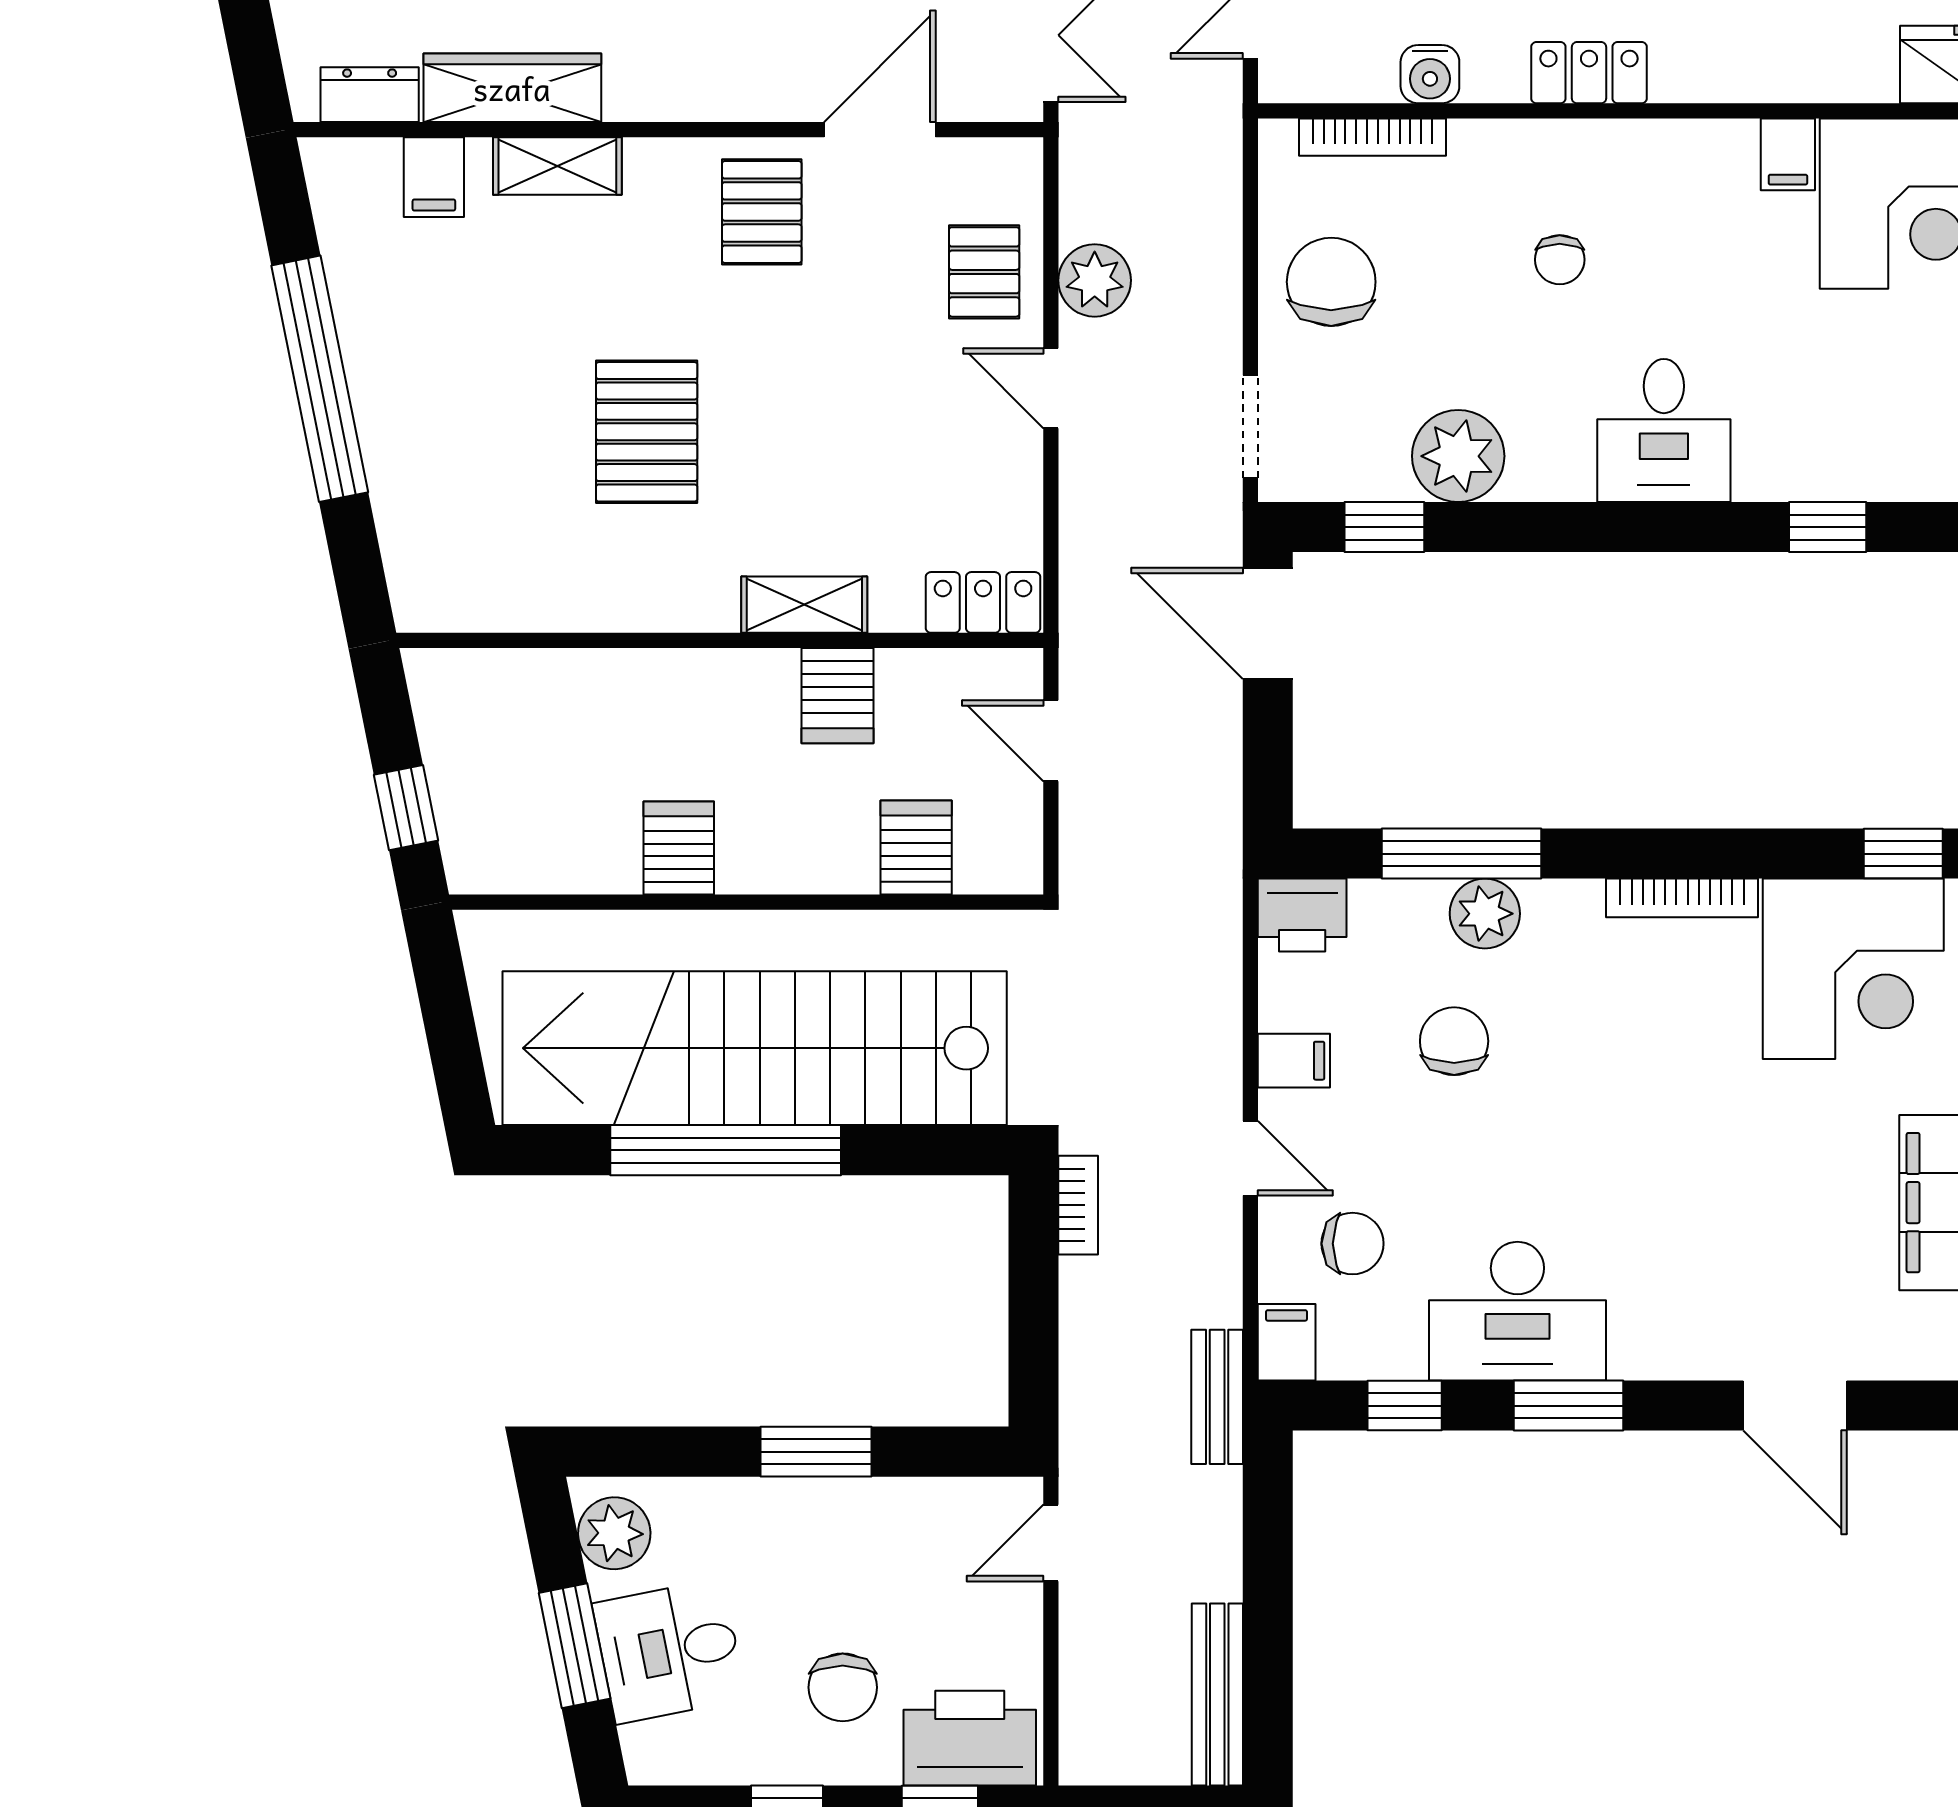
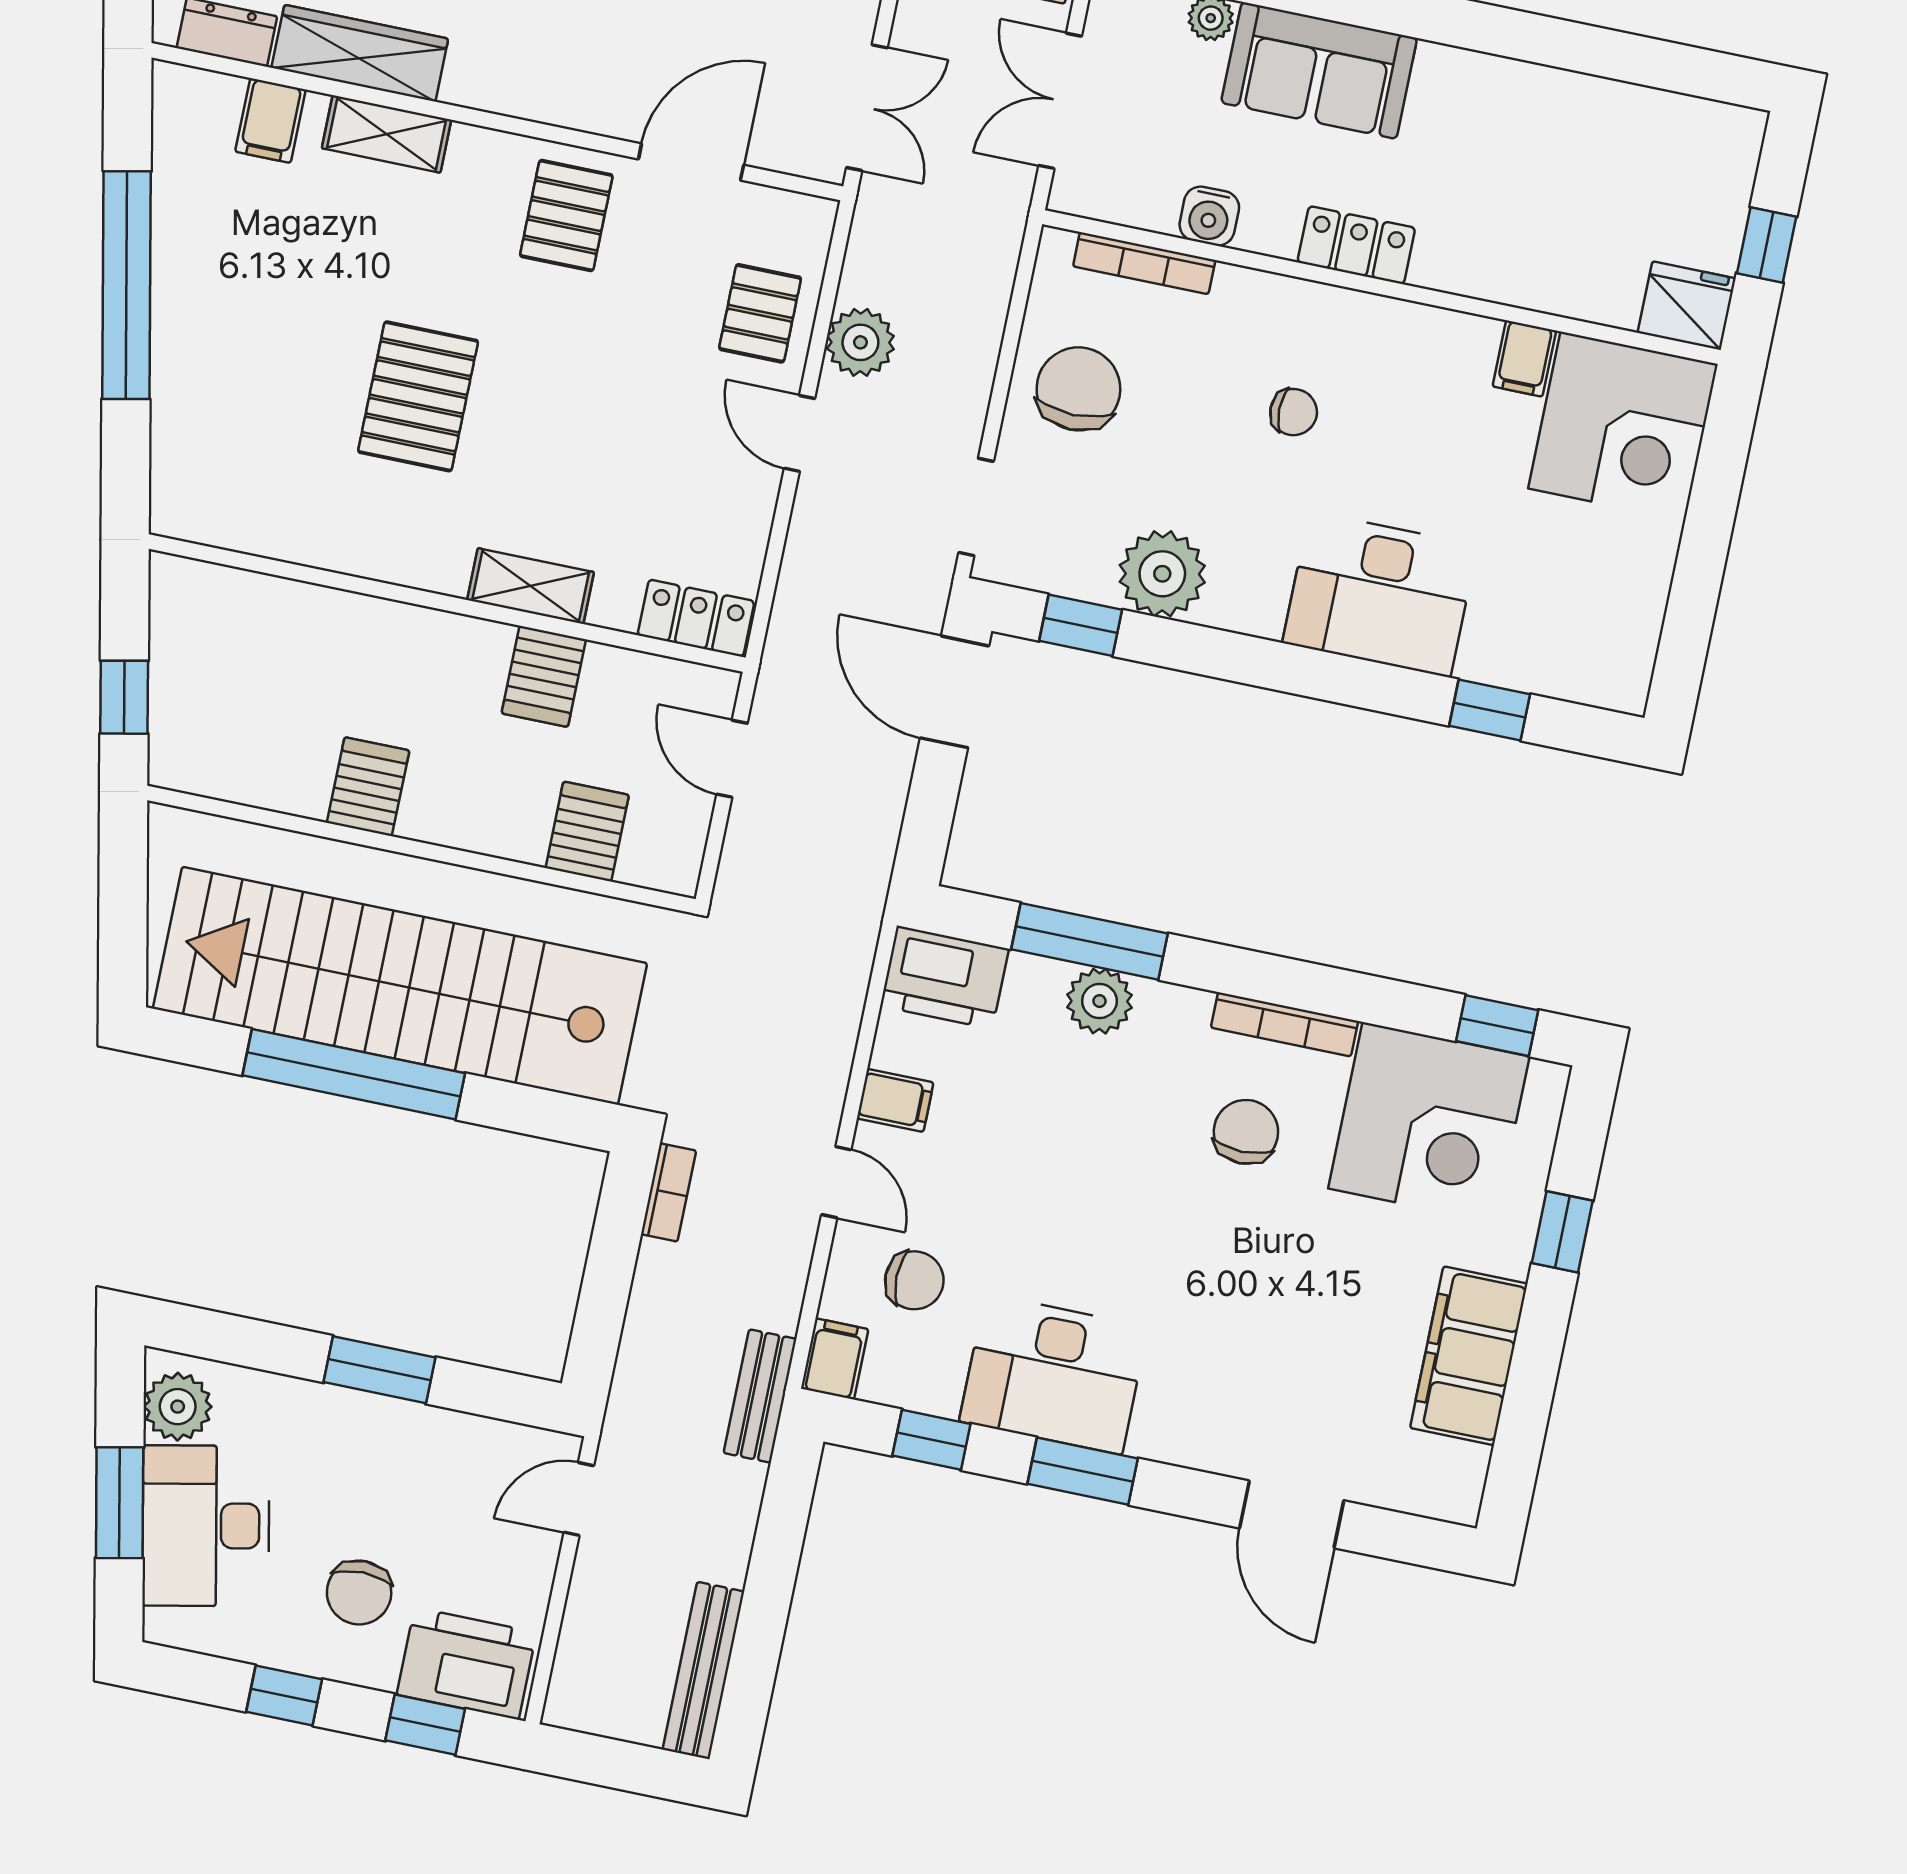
chair: (1560, 260) -> (1294, 412), turned -90
desk: (1664, 430) -> (1380, 594), width x1.37
printer: (1302, 915) -> (944, 977), width x1.37, depth x1.19
chair: (1454, 1041) -> (1246, 1132), moved
desk: (669, 1651) -> (206, 1526), width x1.37

